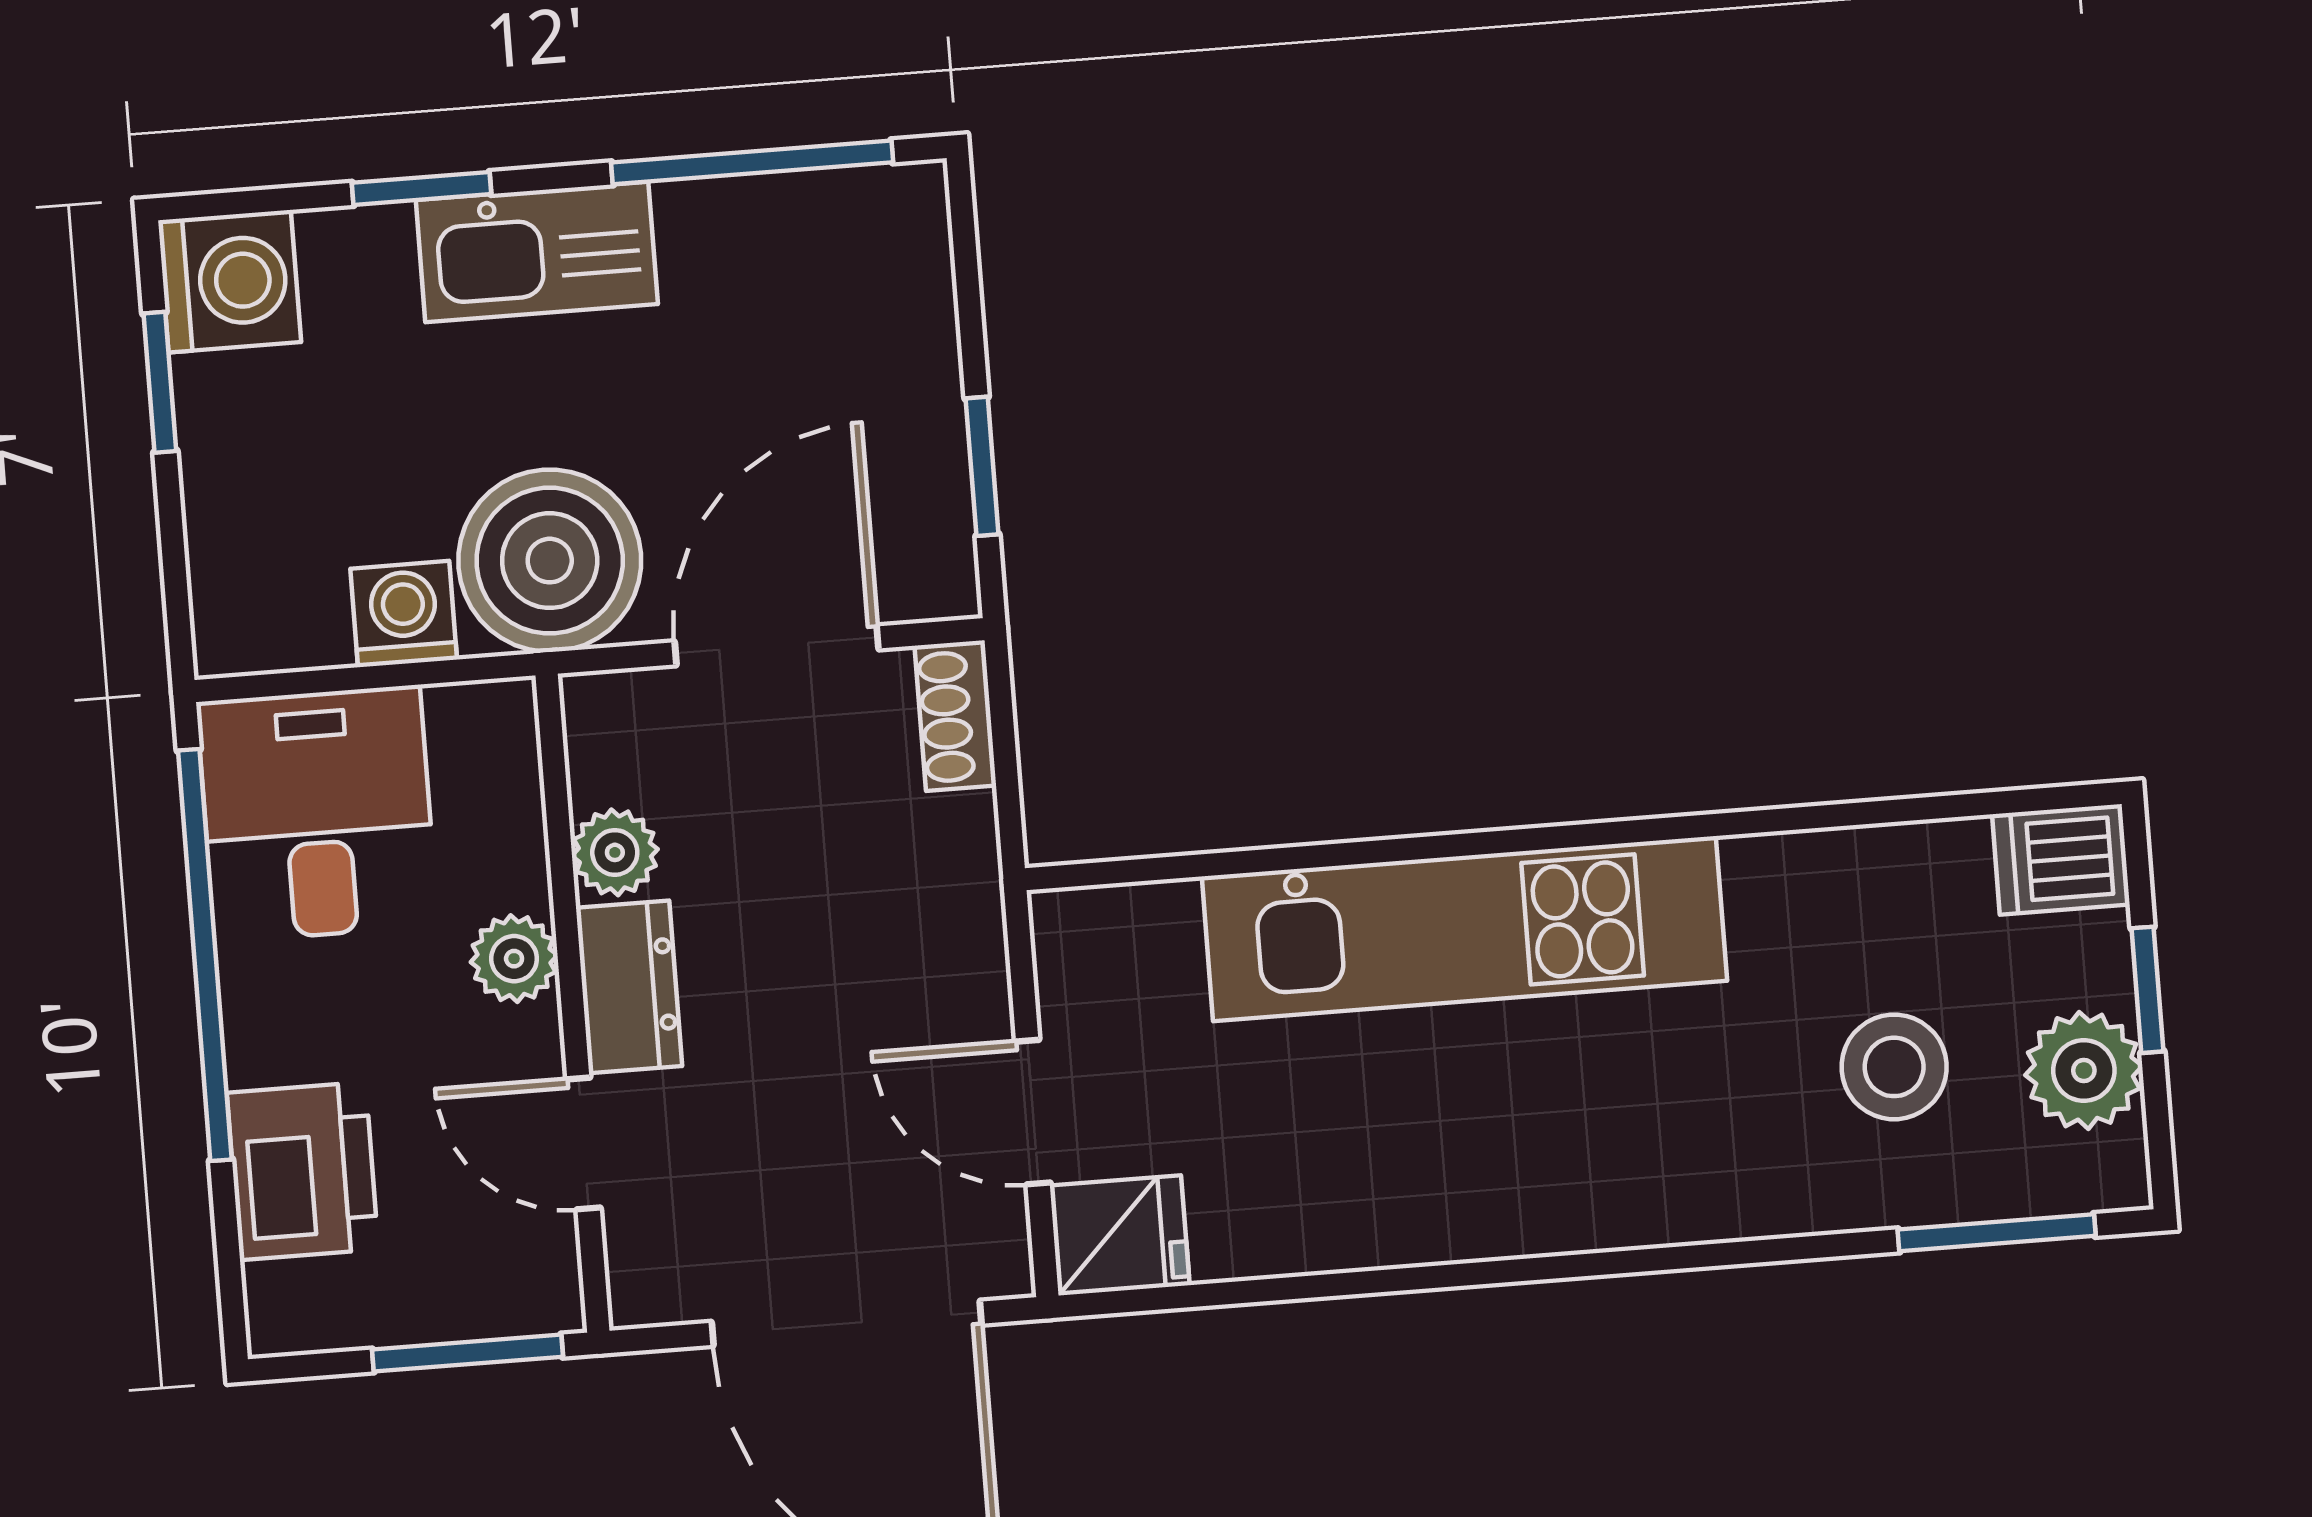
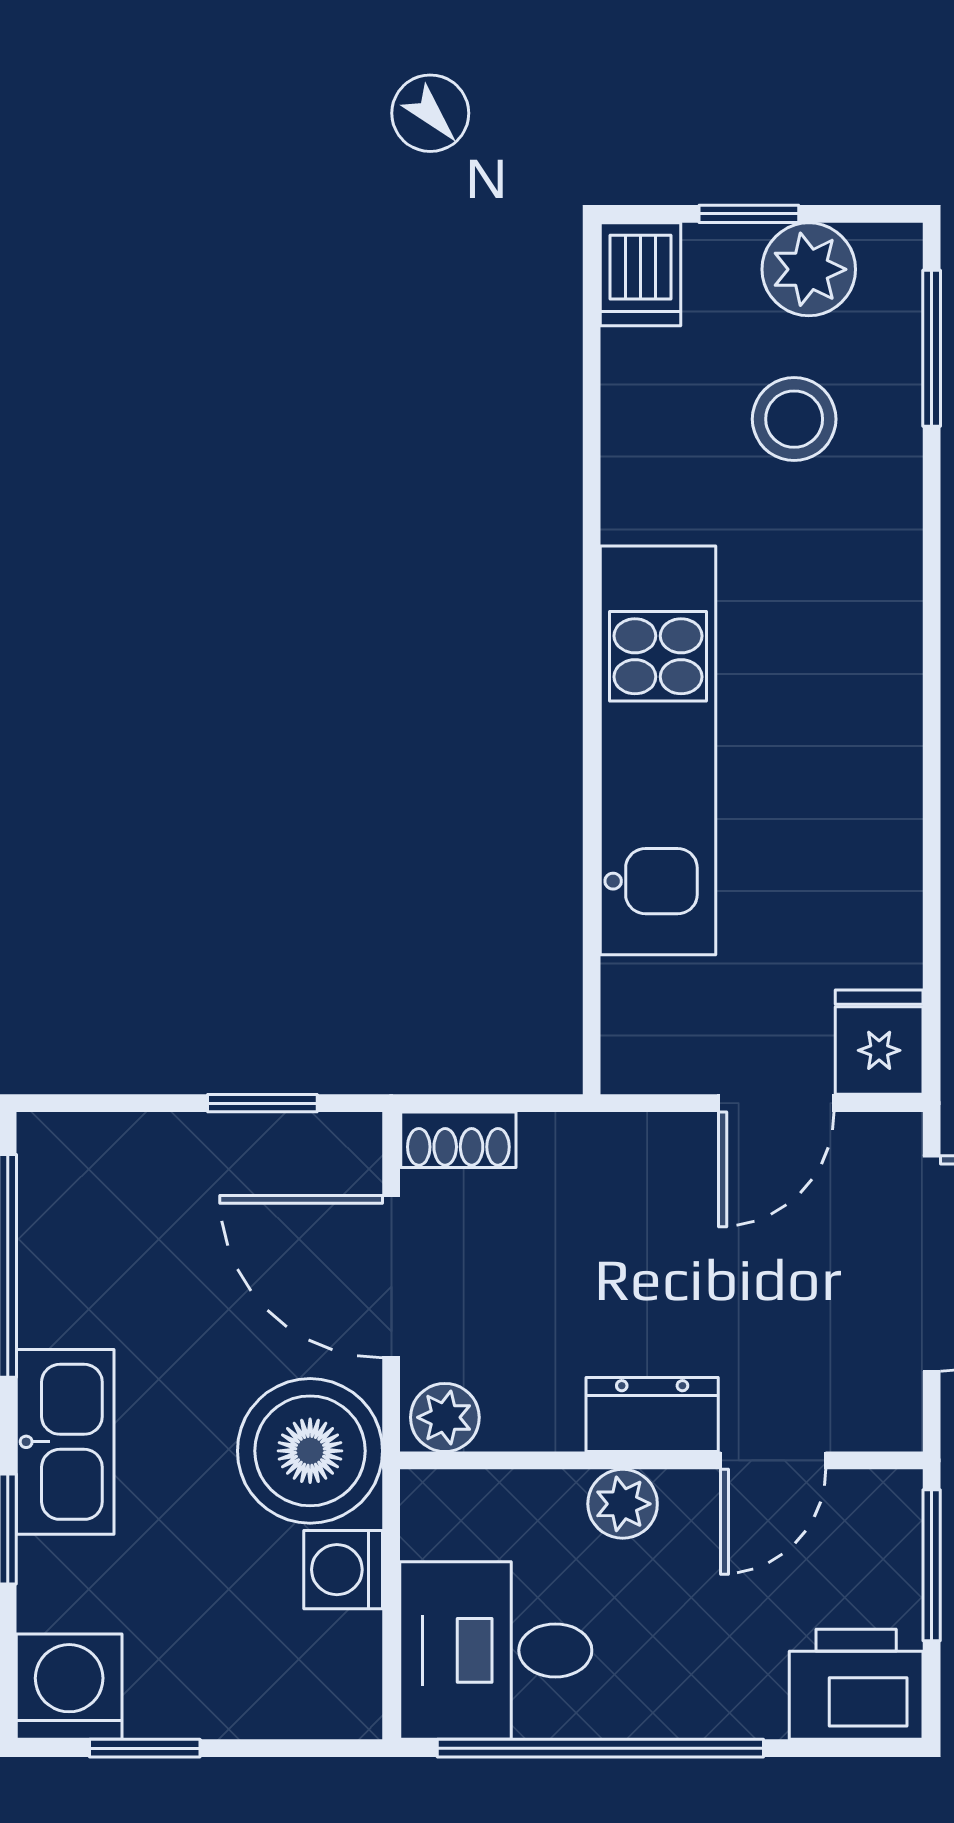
plant: (615, 852) -> (445, 1417), moved
printer: (303, 1171) -> (856, 1684), moved

